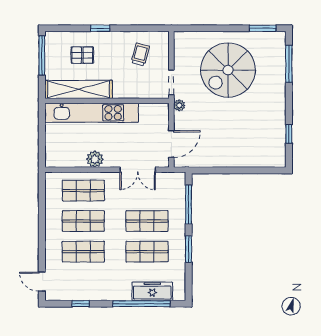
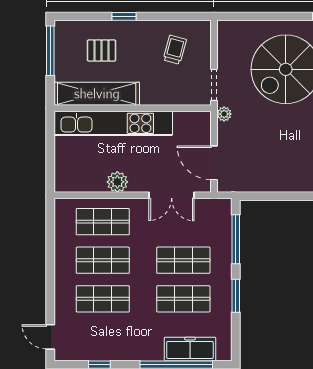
door: (171, 144) -> (214, 163), swing flipped

